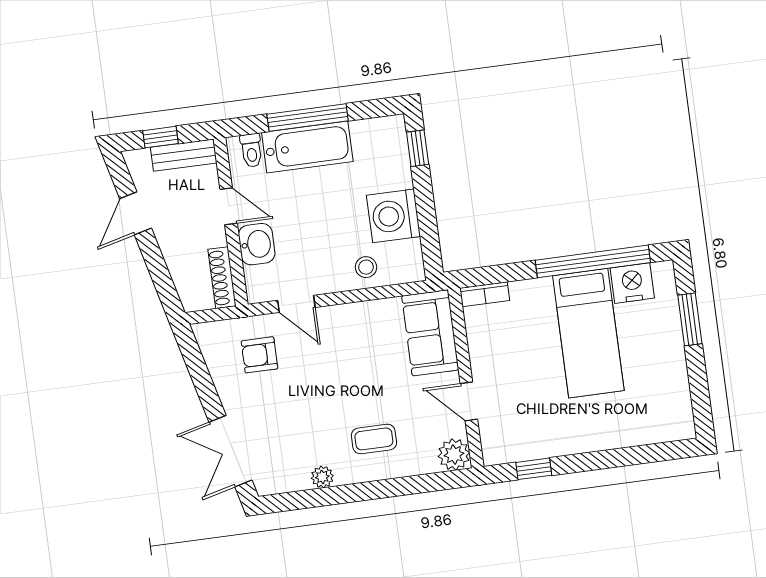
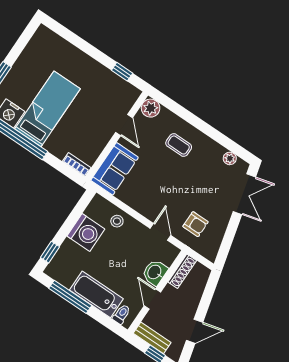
window: (308, 117) -> (70, 297), moved
plant: (322, 477) -> (230, 158), moved

